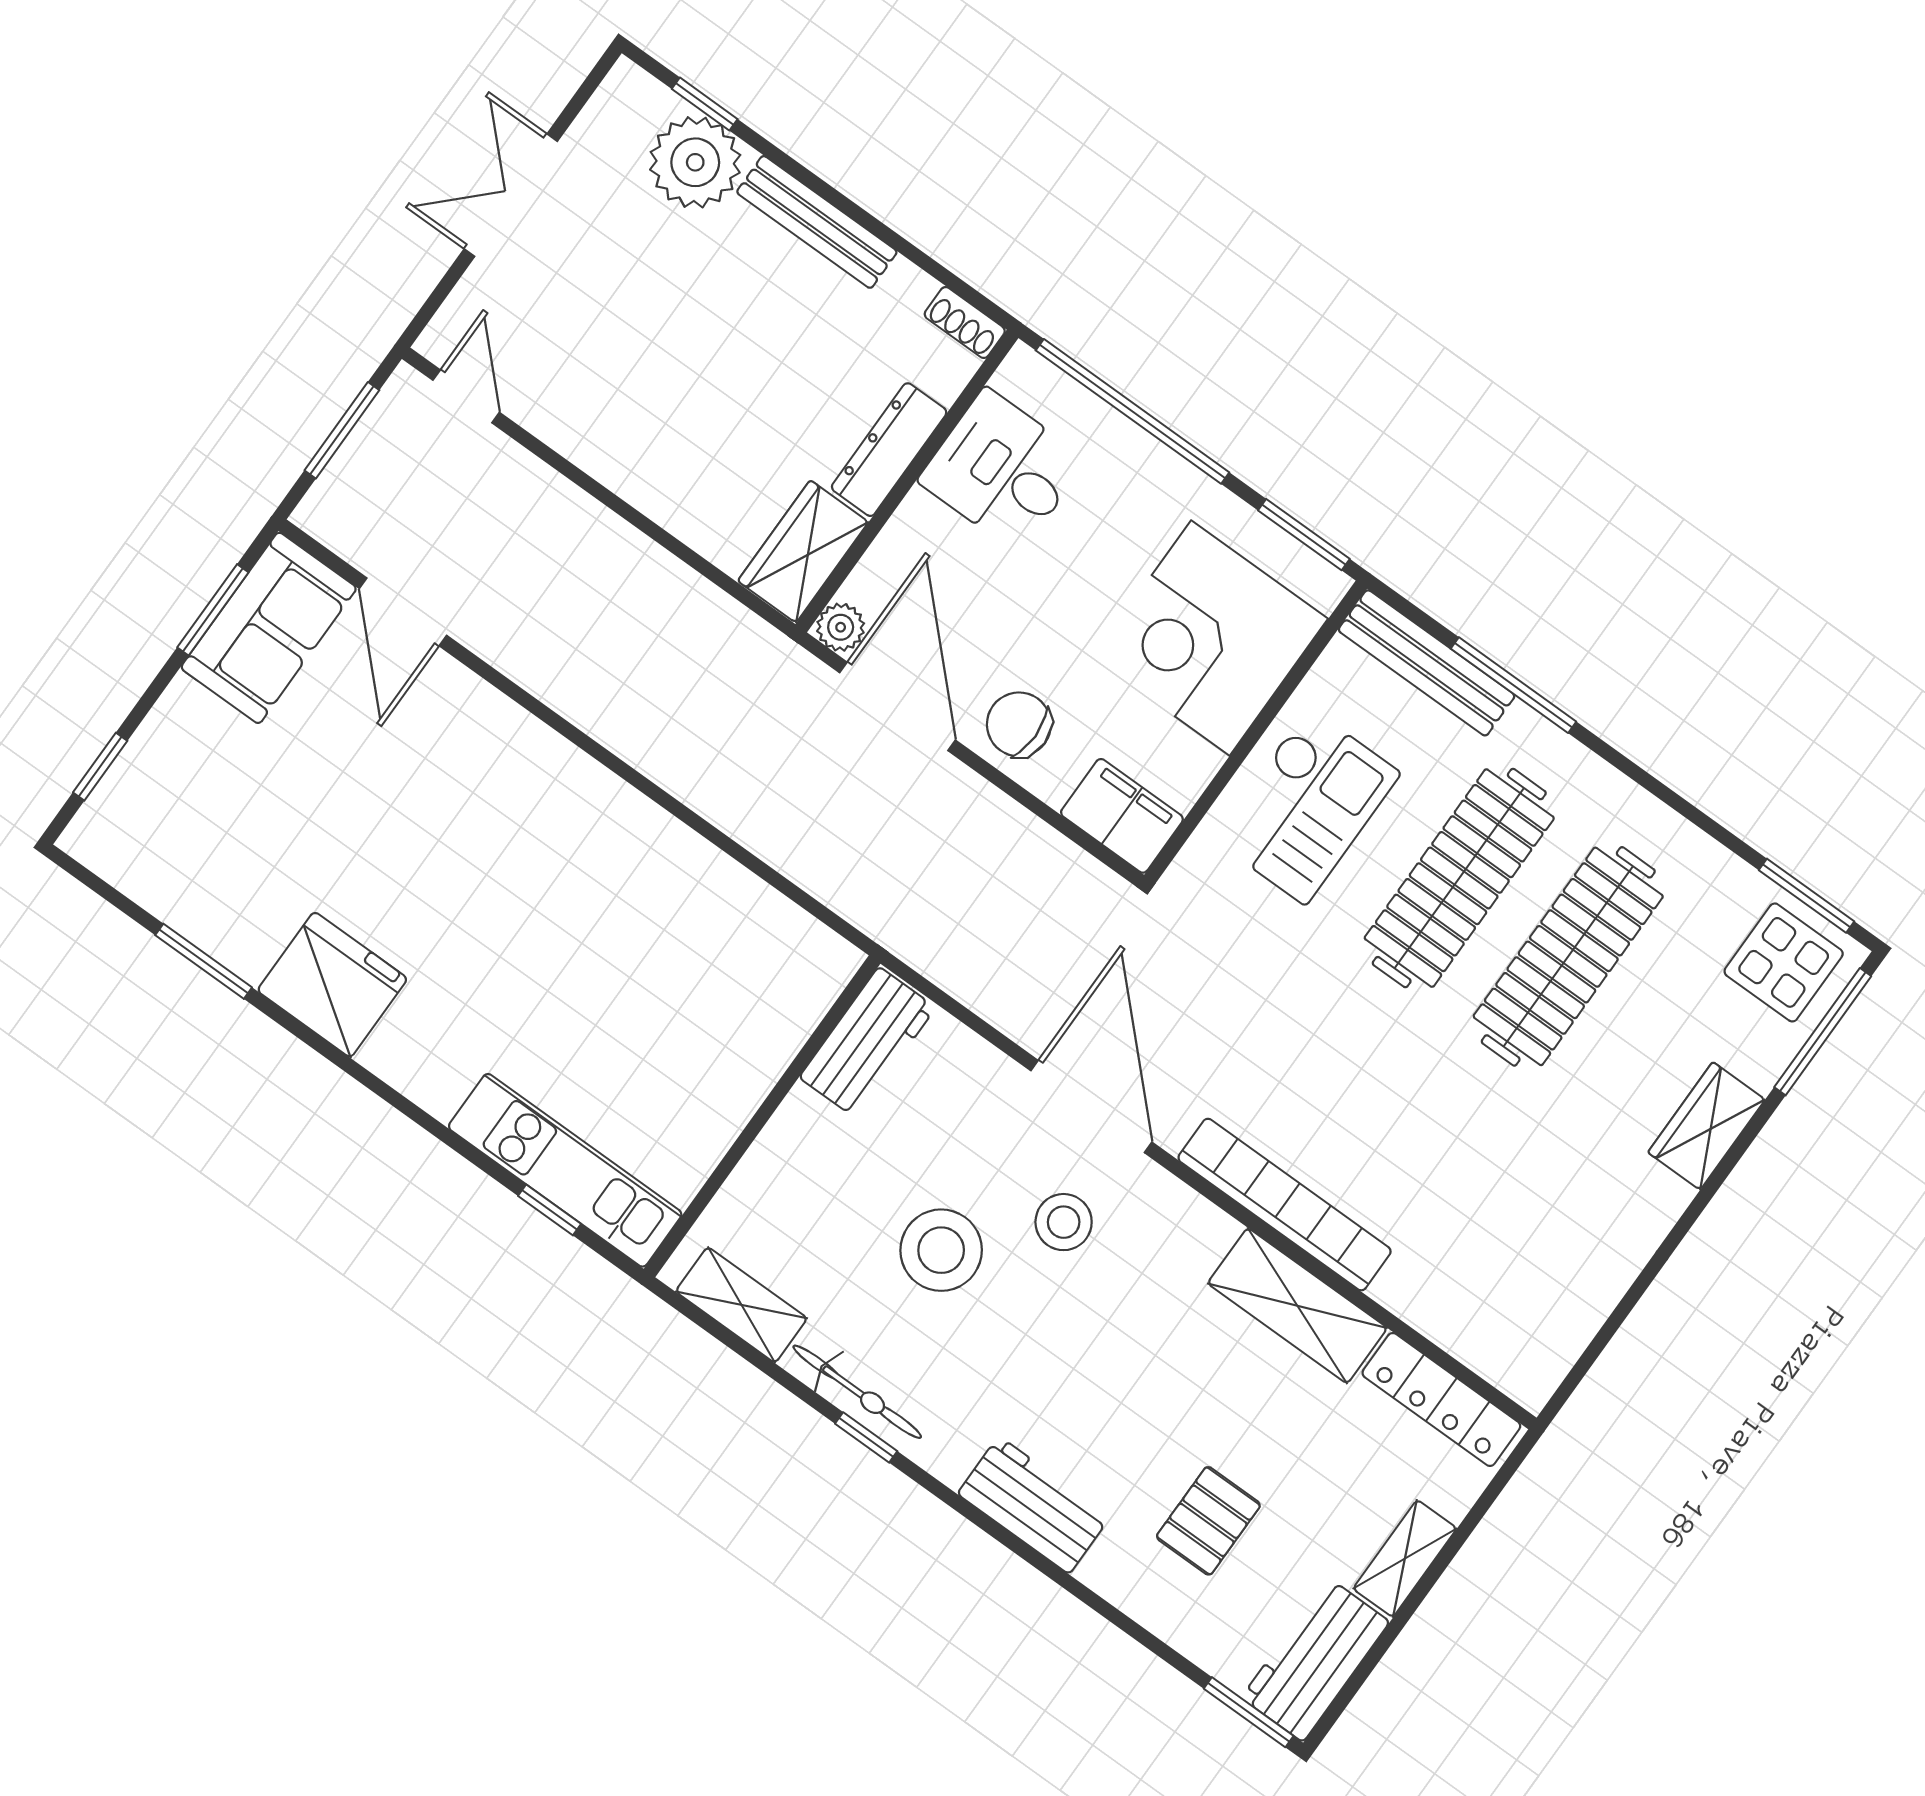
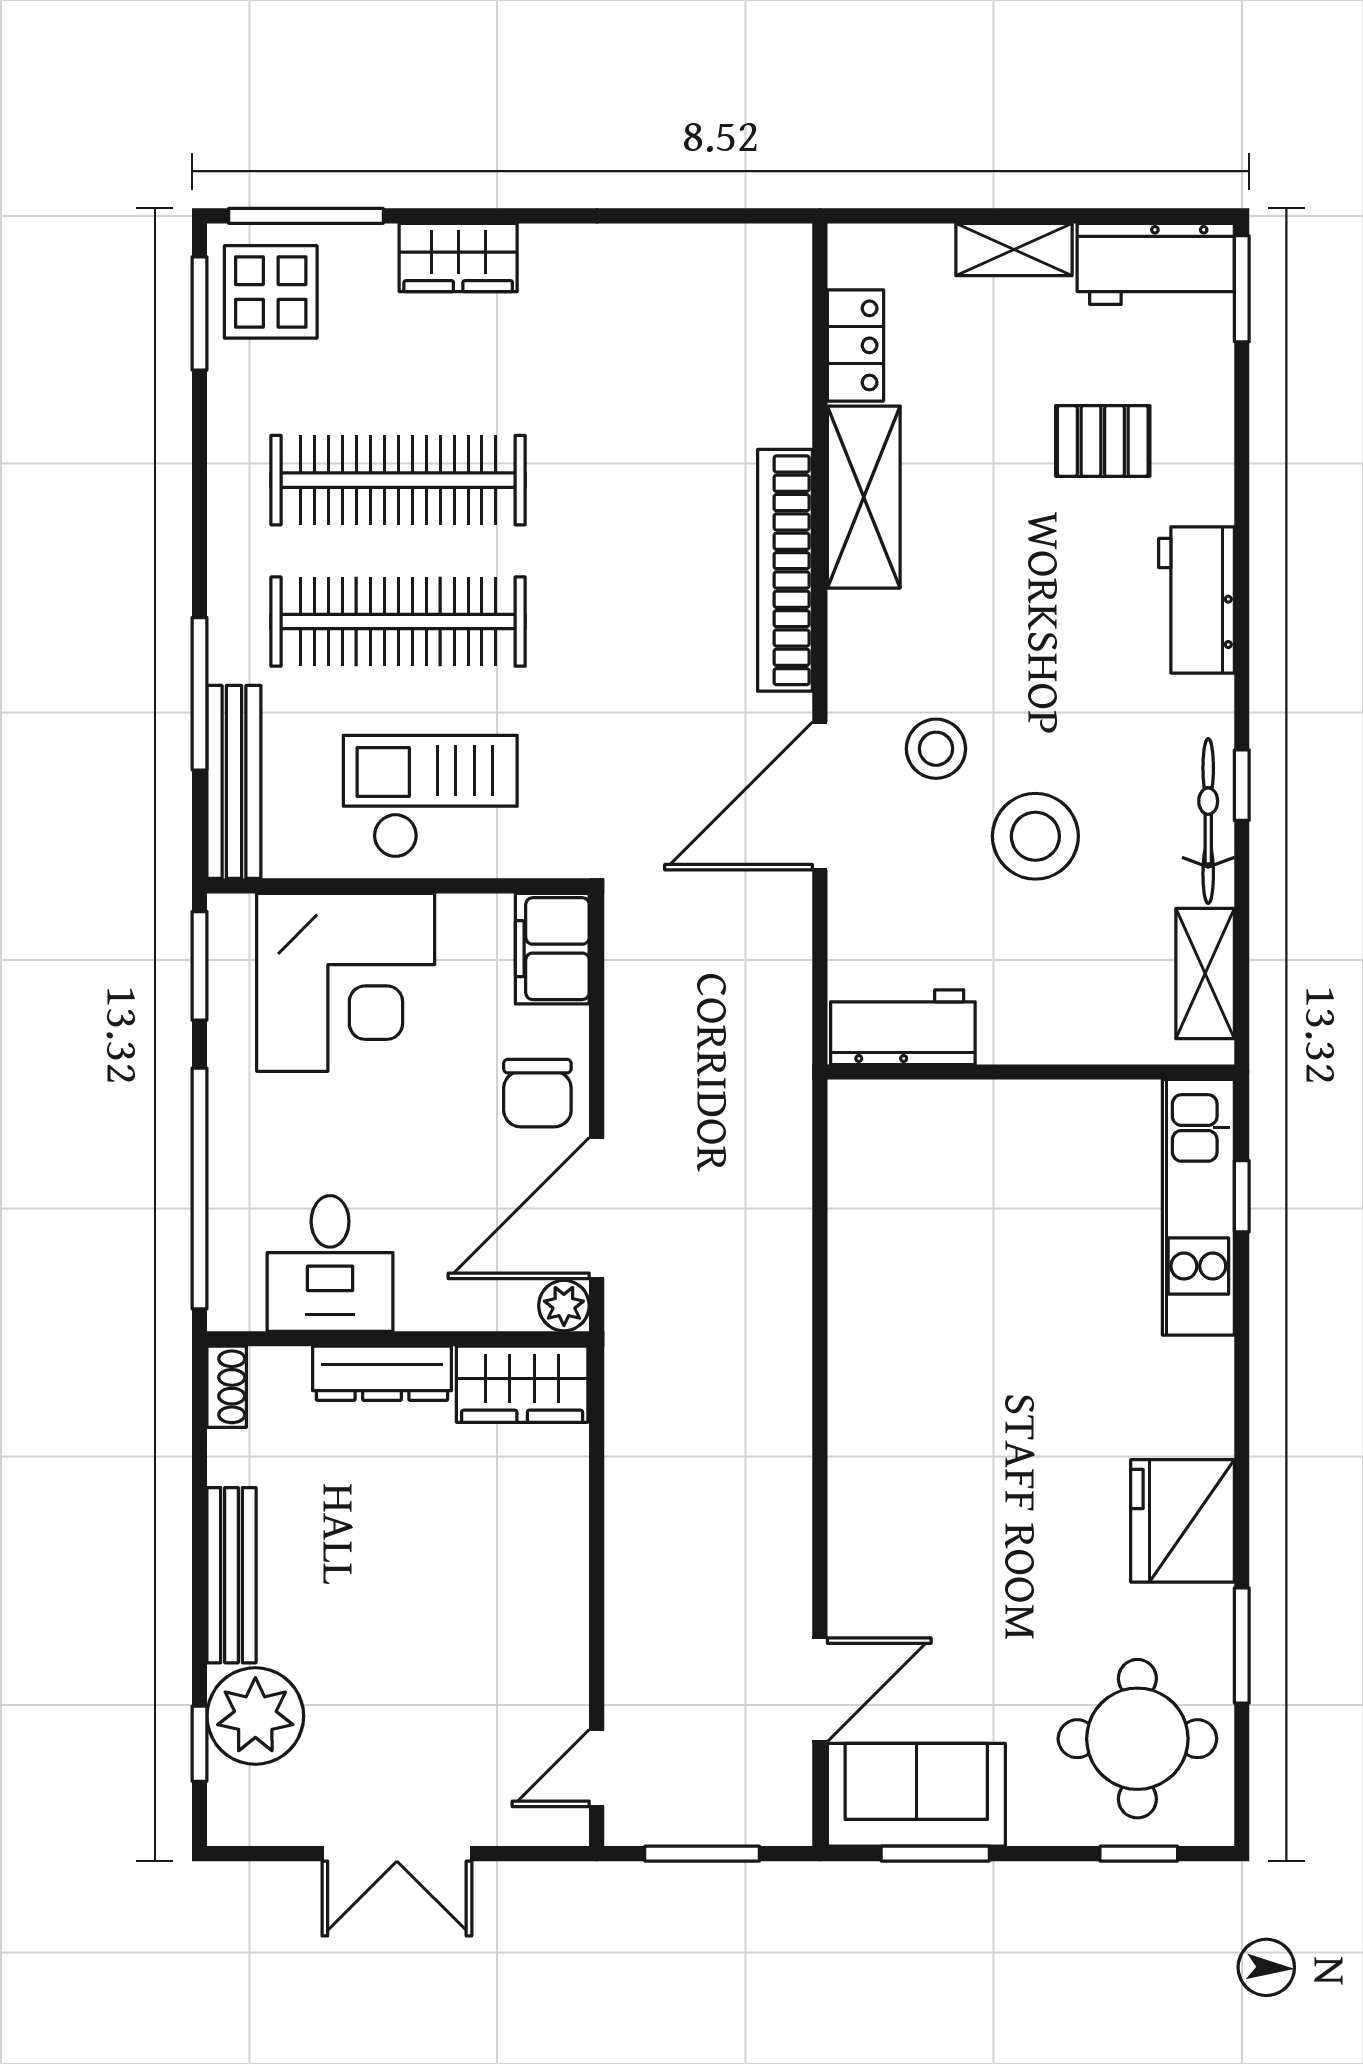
round table: (189, 829) -> (1137, 1739), added
locker: (1441, 1399) -> (855, 345), width x0.66

